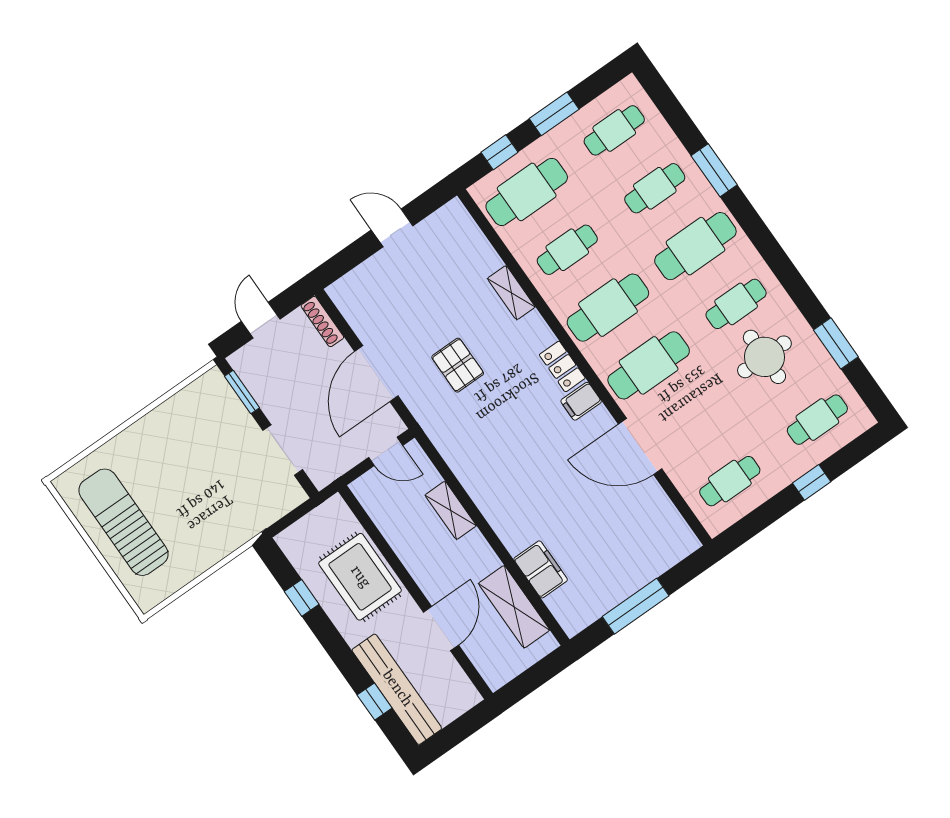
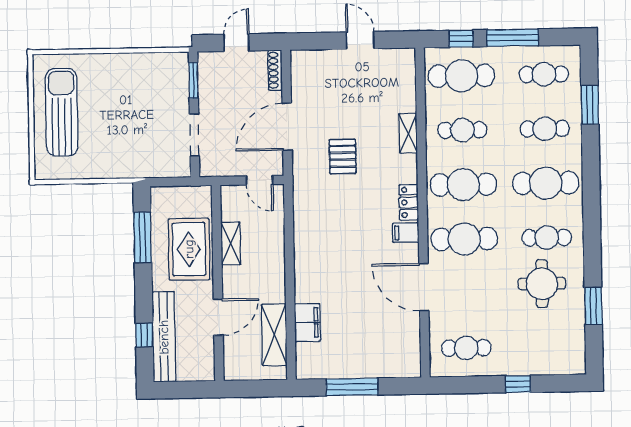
window: (554, 114) -> (513, 38), width x1.44
window: (714, 170) -> (590, 105), moved
cafe table: (817, 420) -> (549, 346), removed
shelving: (451, 510) -> (231, 243), moved
window: (302, 598) -> (143, 237), width x2.17

